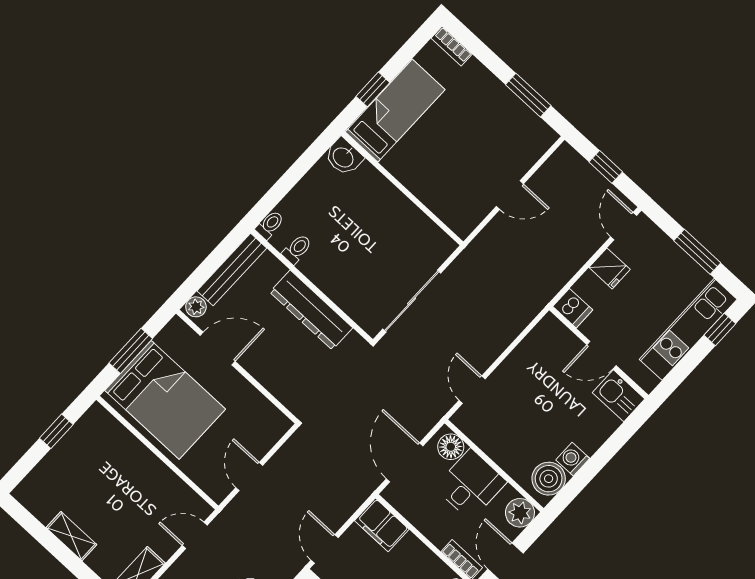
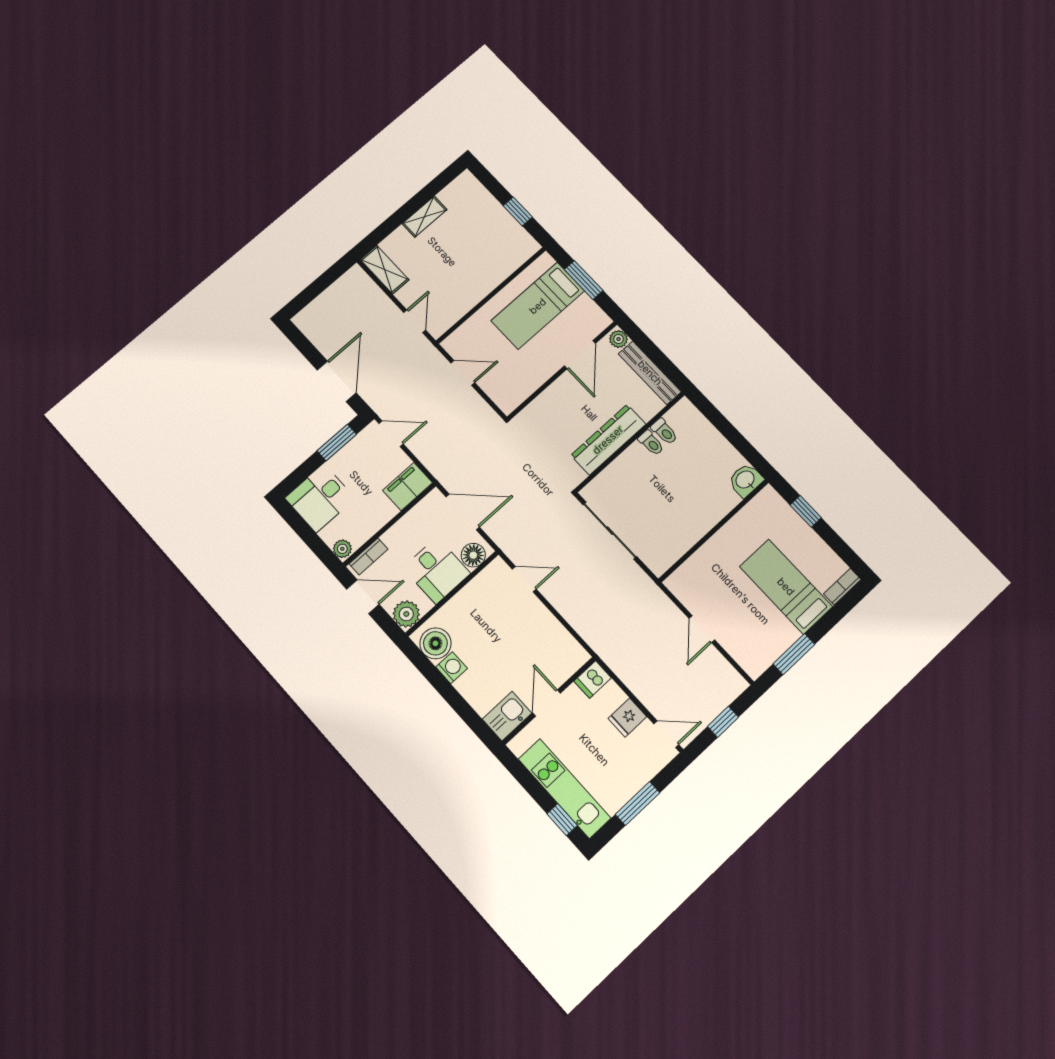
bed: (395, 111) -> (786, 587), moved, turned 180
toilet: (270, 225) -> (651, 443), moved
bed: (165, 400) -> (538, 306), width x0.67

